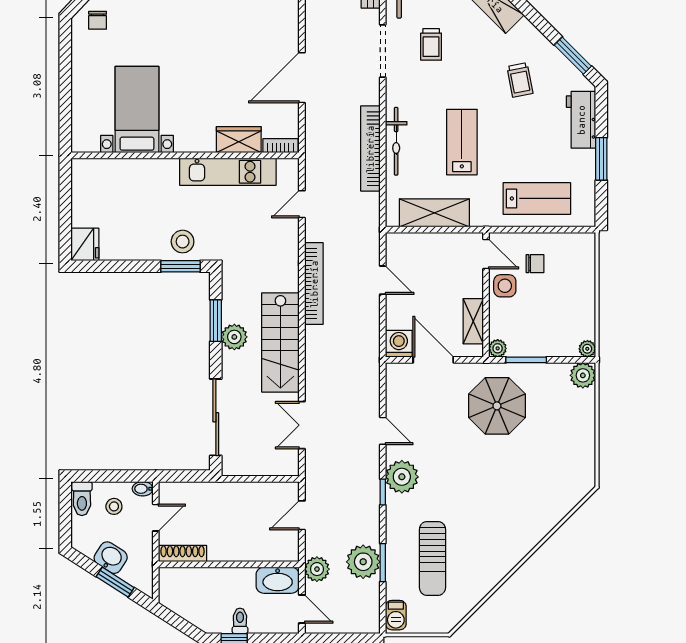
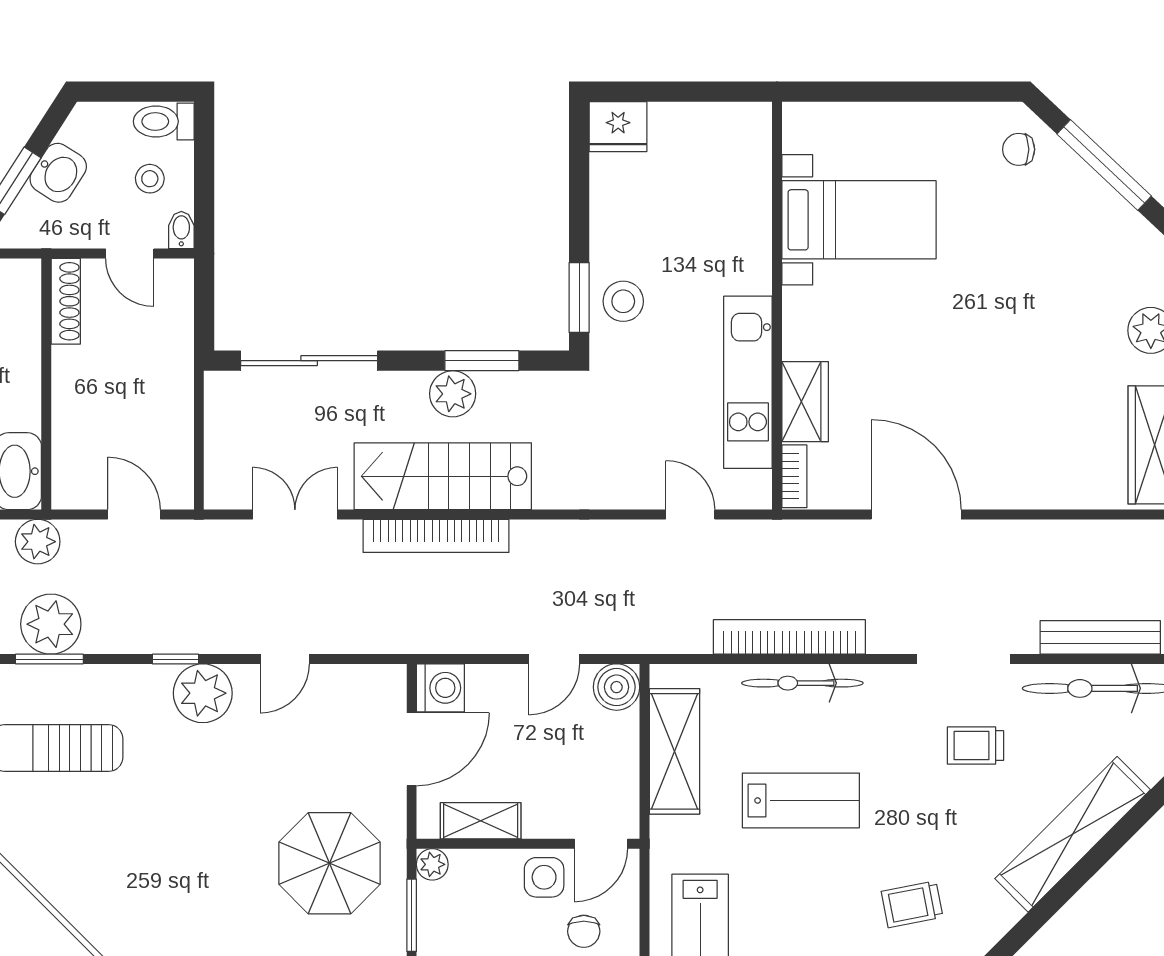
boiler: (398, 245) -> (617, 687), added
bookcase: (314, 284) -> (436, 536), moved

